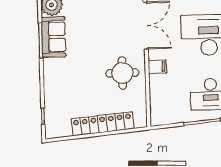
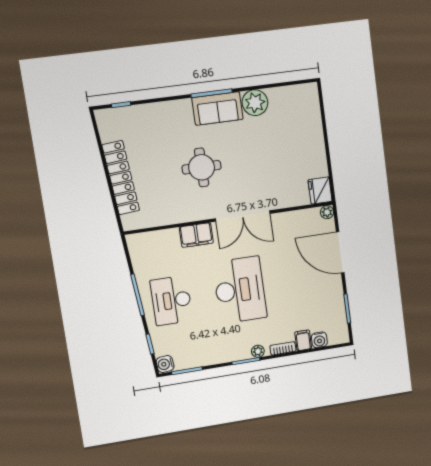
filing cabinet: (157, 67) -> (196, 235), width x2.00
round table: (122, 73) -> (202, 167), moved

